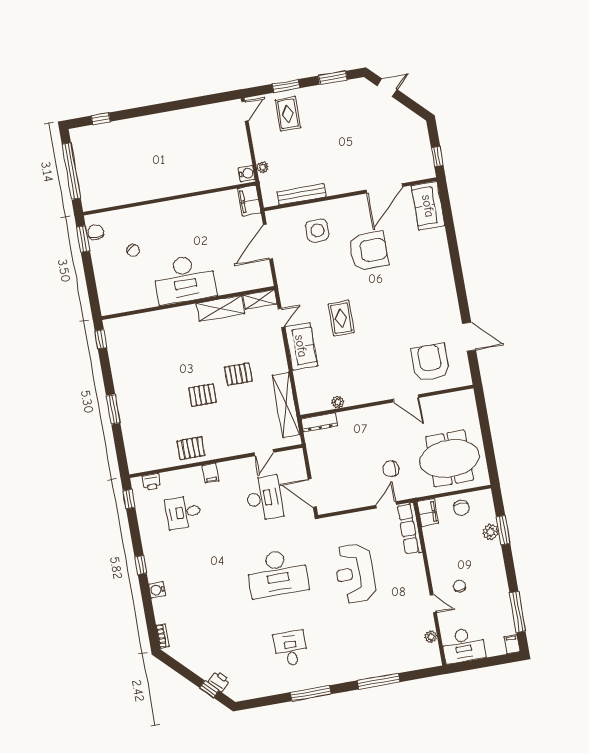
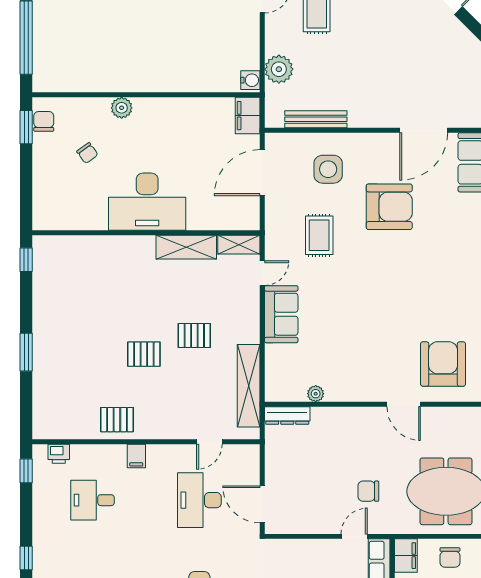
plant: (263, 167) -> (279, 69), width x1.88, depth x1.88
plant: (153, 212) -> (122, 108), added
rug: (341, 318) -> (319, 235), moved
desk: (264, 498) -> (199, 500), turned 180

